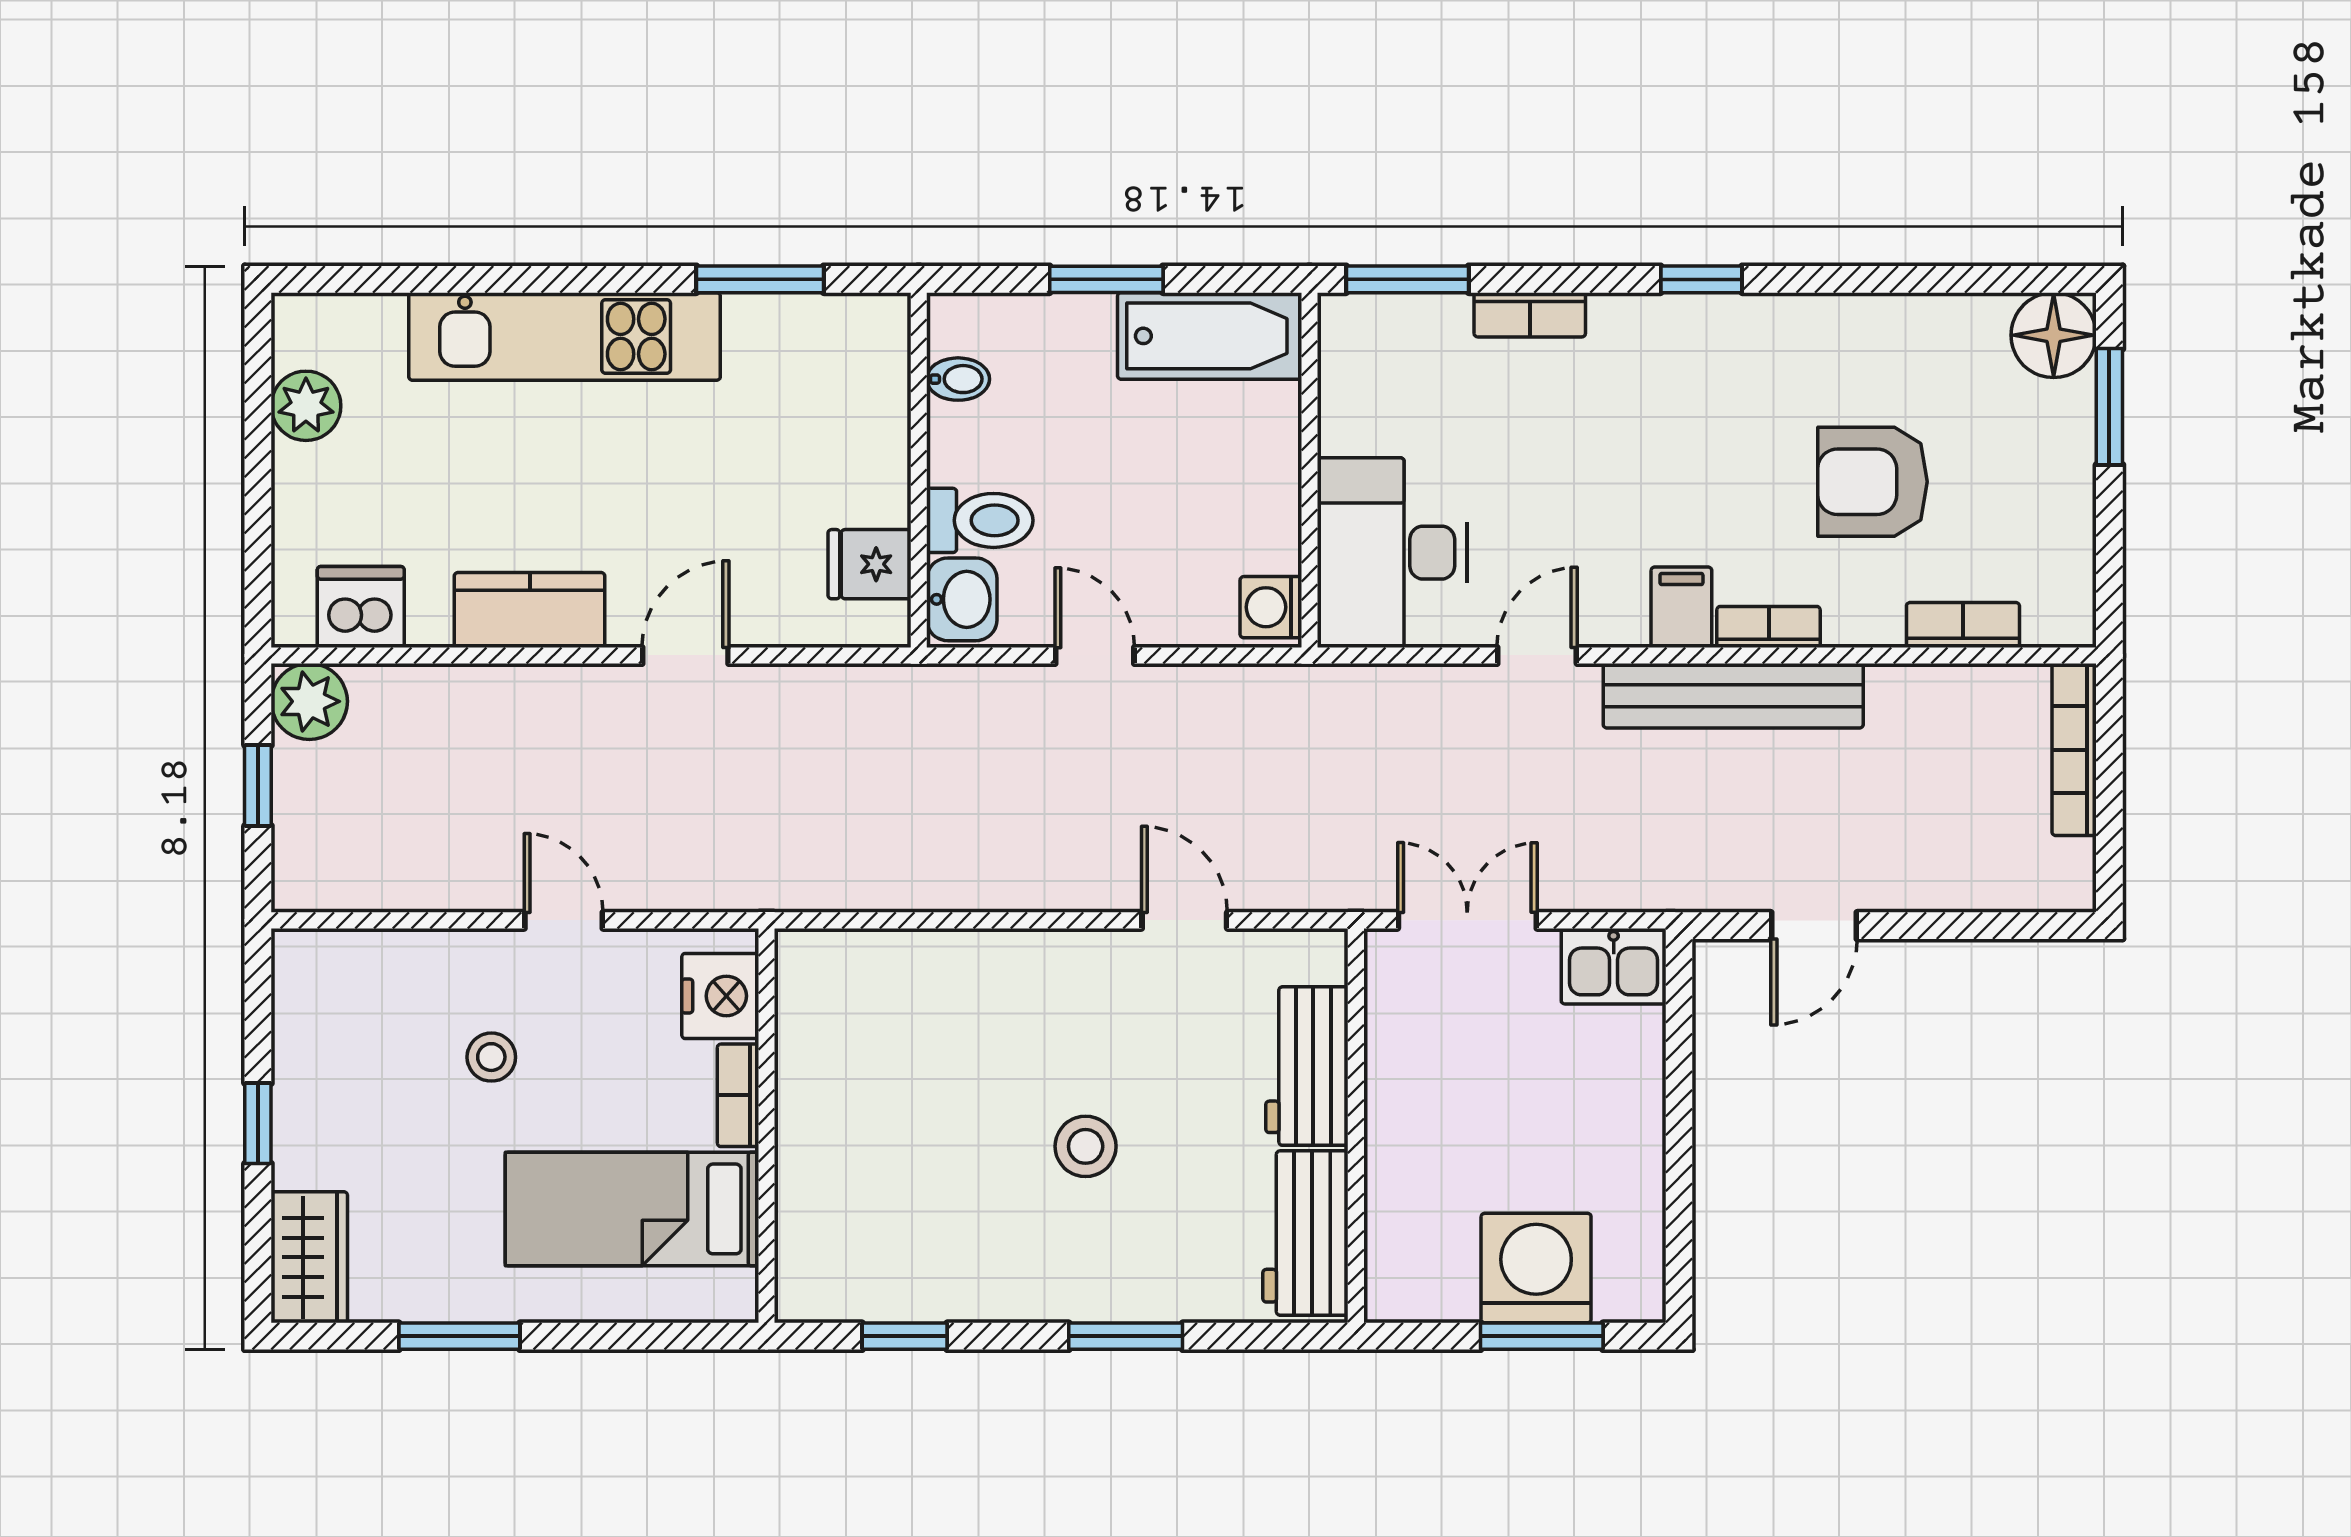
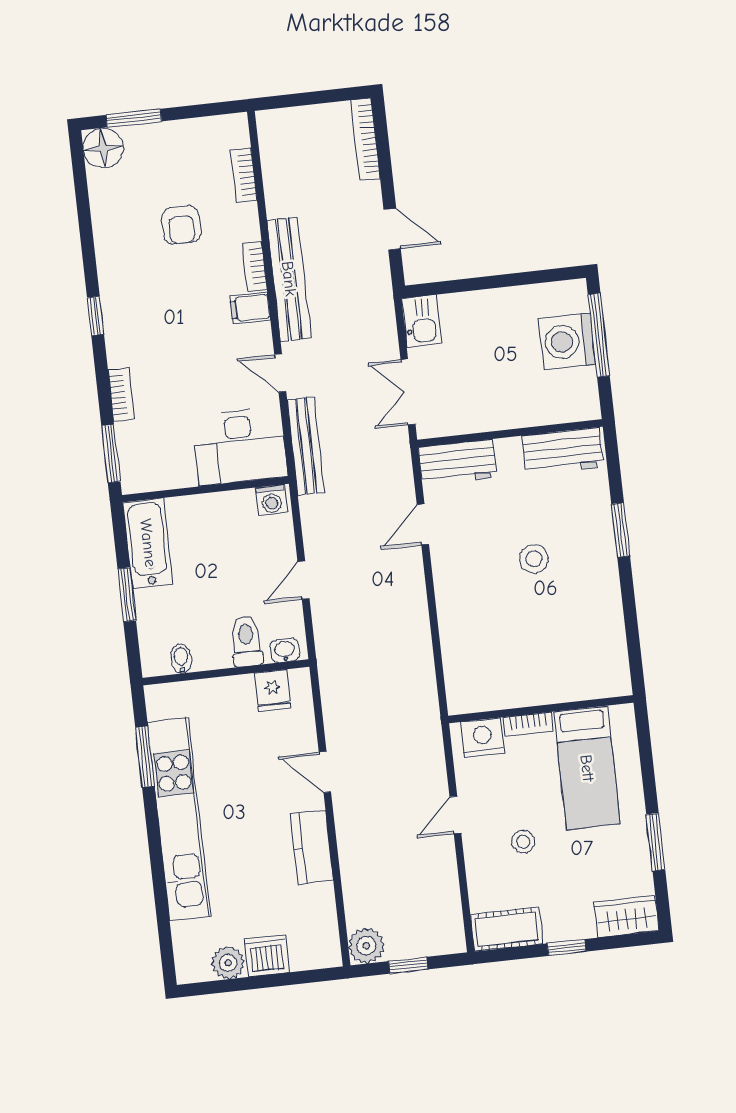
kitchen unit: (565, 336) -> (179, 819), width x1.36
armchair: (1872, 482) -> (181, 225), width x0.72, depth x0.72
washbasin: (962, 599) -> (285, 651), width x0.72, depth x0.69
dishwasher: (361, 607) -> (267, 956), moved, turned 90
bench: (1377, 692) -> (306, 446), added
bookcase: (2074, 750) -> (365, 139), moved, turned 90
cot: (311, 1001) -> (507, 929), added
workbench: (1307, 1066) -> (457, 462), moved
window: (905, 1336) -> (632, 634), removed
window: (1542, 1336) -> (599, 335), width x1.44

